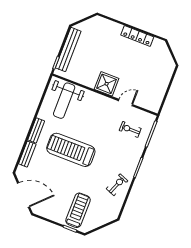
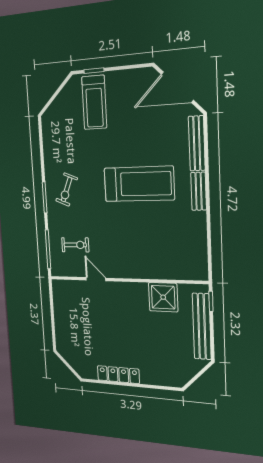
shower: (107, 84) -> (163, 297), moved
weight bench: (64, 101) -> (177, 251), removed
door: (126, 103) -> (96, 279), swing flipped
bench: (27, 154) -> (197, 143), width x1.36
exercise bike: (117, 185) -> (67, 190), moved

